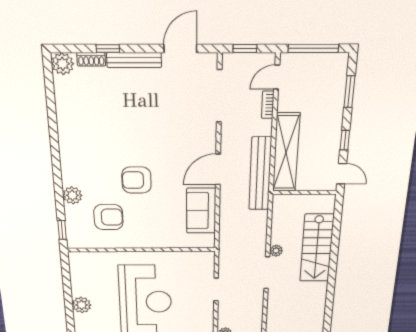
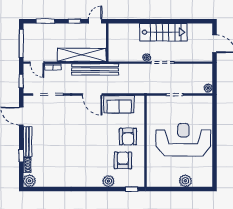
armchair: (136, 180) -> (128, 137), moved
stairs: (317, 248) -> (163, 32), moved

